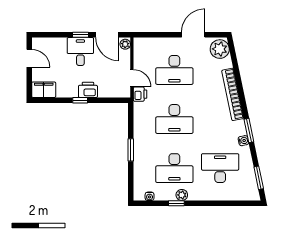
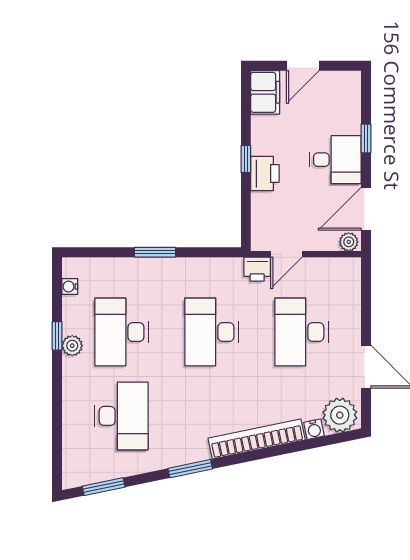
window: (81, 35) -> (366, 138), moved
door: (29, 58) -> (303, 66), moved
water cooler: (243, 141) -> (314, 429), moved

